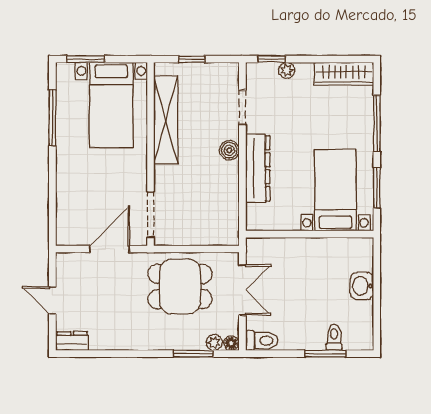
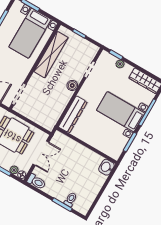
dresser: (258, 168) -> (73, 114), moved
bed with nightstands: (335, 190) -> (121, 112), moved, turned -90
washbasin: (362, 286) -> (106, 167), moved

